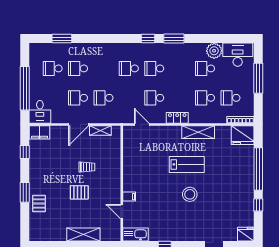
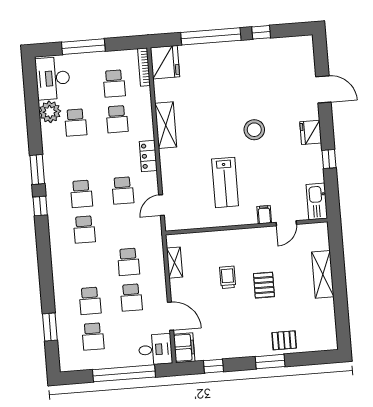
door: (79, 124) -> (170, 316), moved
lab bench: (187, 164) -> (225, 182), moved, turned 180
fridge: (246, 234) -> (311, 132), moved

